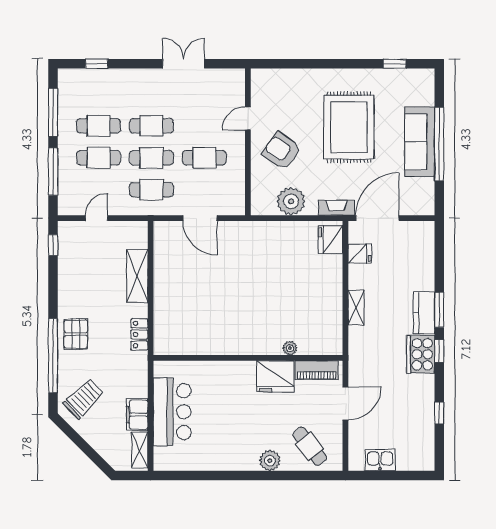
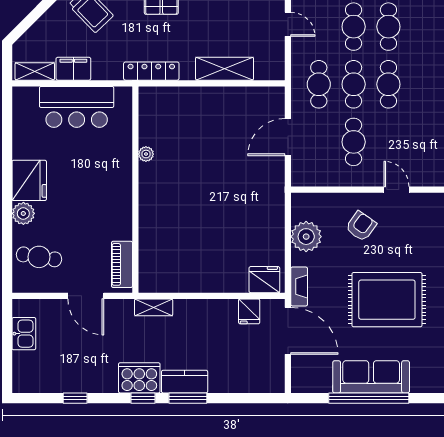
armchair: (282, 151) -> (361, 226), width x0.72, depth x0.72
shelving: (356, 308) -> (154, 307), moved
locker: (139, 334) -> (151, 71), width x1.53
plant: (290, 348) -> (146, 154), moved
fridge: (275, 376) -> (29, 180), moved, turned 180
cafe table: (310, 446) -> (39, 257), turned 47

